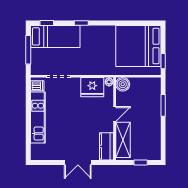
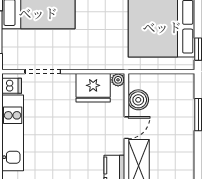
boiler: (123, 84) -> (138, 100), moved

